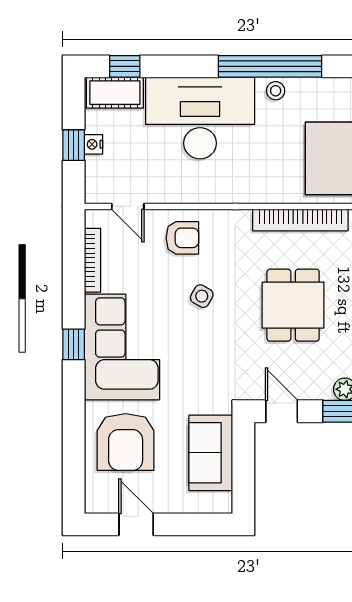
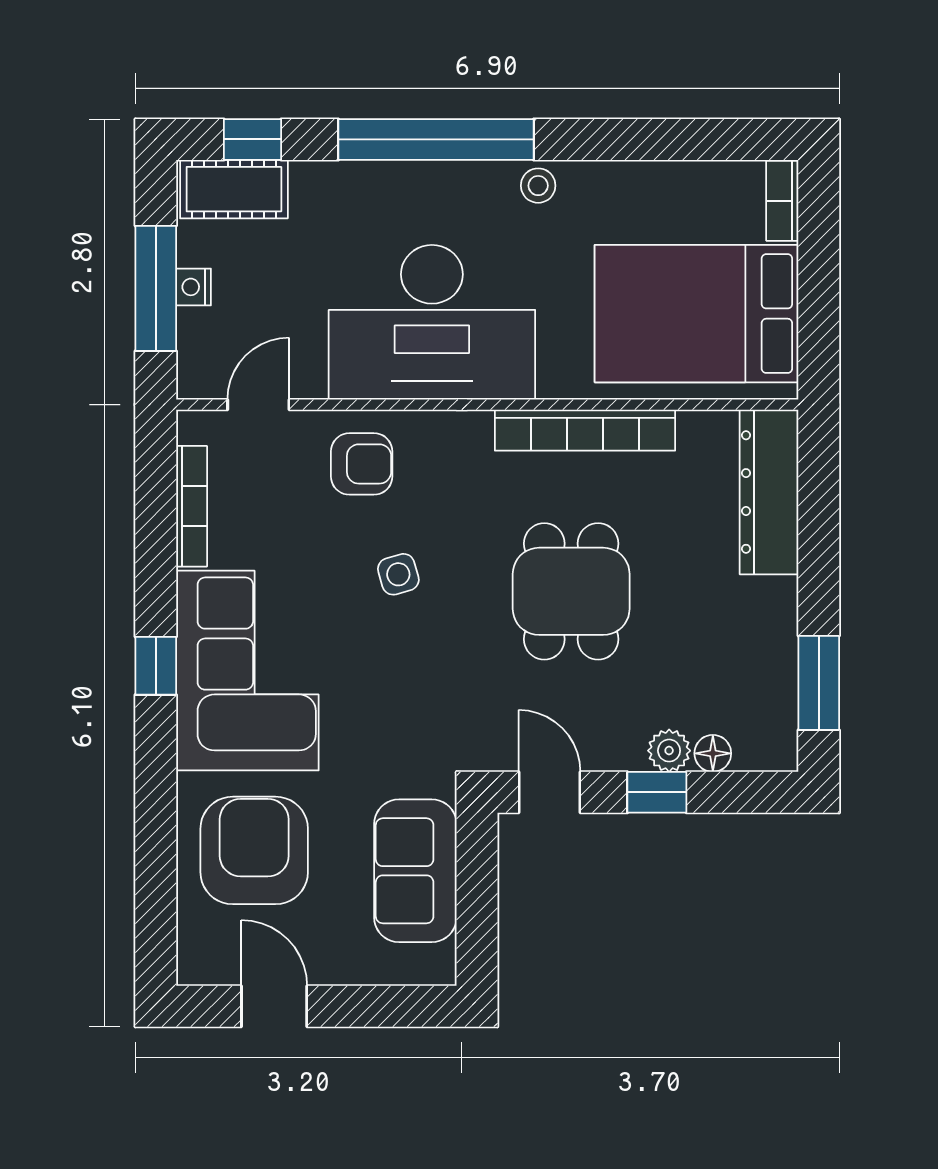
window: (270, 66) -> (436, 139), moved
desk: (200, 118) -> (432, 322), moved, turned 180
window: (74, 145) -> (156, 288), width x2.17
door: (128, 206) -> (258, 405), swing flipped
side table: (202, 296) -> (398, 574), turned 45
armchair: (126, 442) -> (254, 850), turned 180

